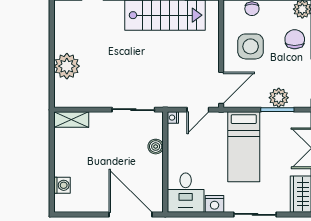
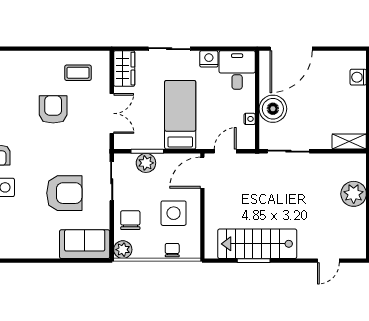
chair: (295, 39) -> (130, 220), turned 180
nightstand: (173, 118) -> (250, 119), moved
boiler: (156, 147) -> (273, 109), width x1.86, depth x1.86
door: (130, 214) -> (291, 49), hinge flipped

